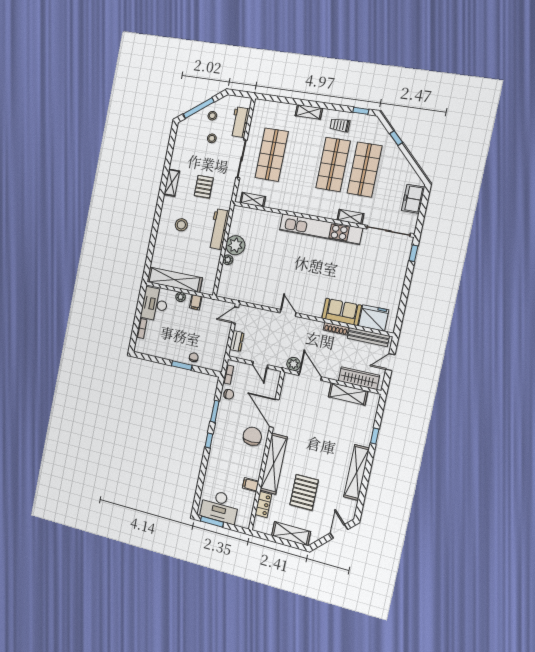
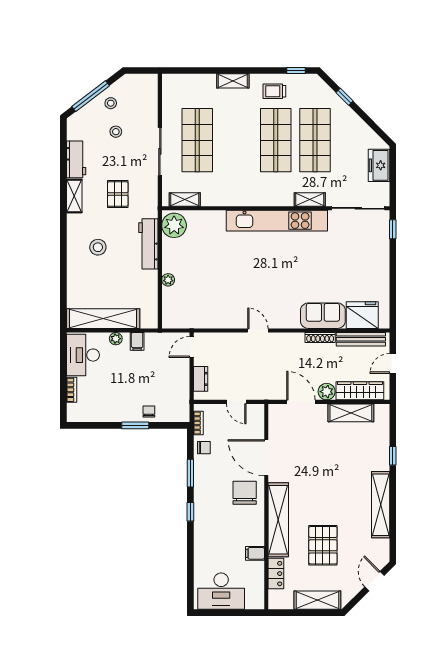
workbench: (240, 122) -> (76, 159), moved, turned 180
plant: (235, 245) -> (174, 225), moved
plant: (294, 364) -> (327, 392), moved
window: (212, 522) -> (215, 613), removed

